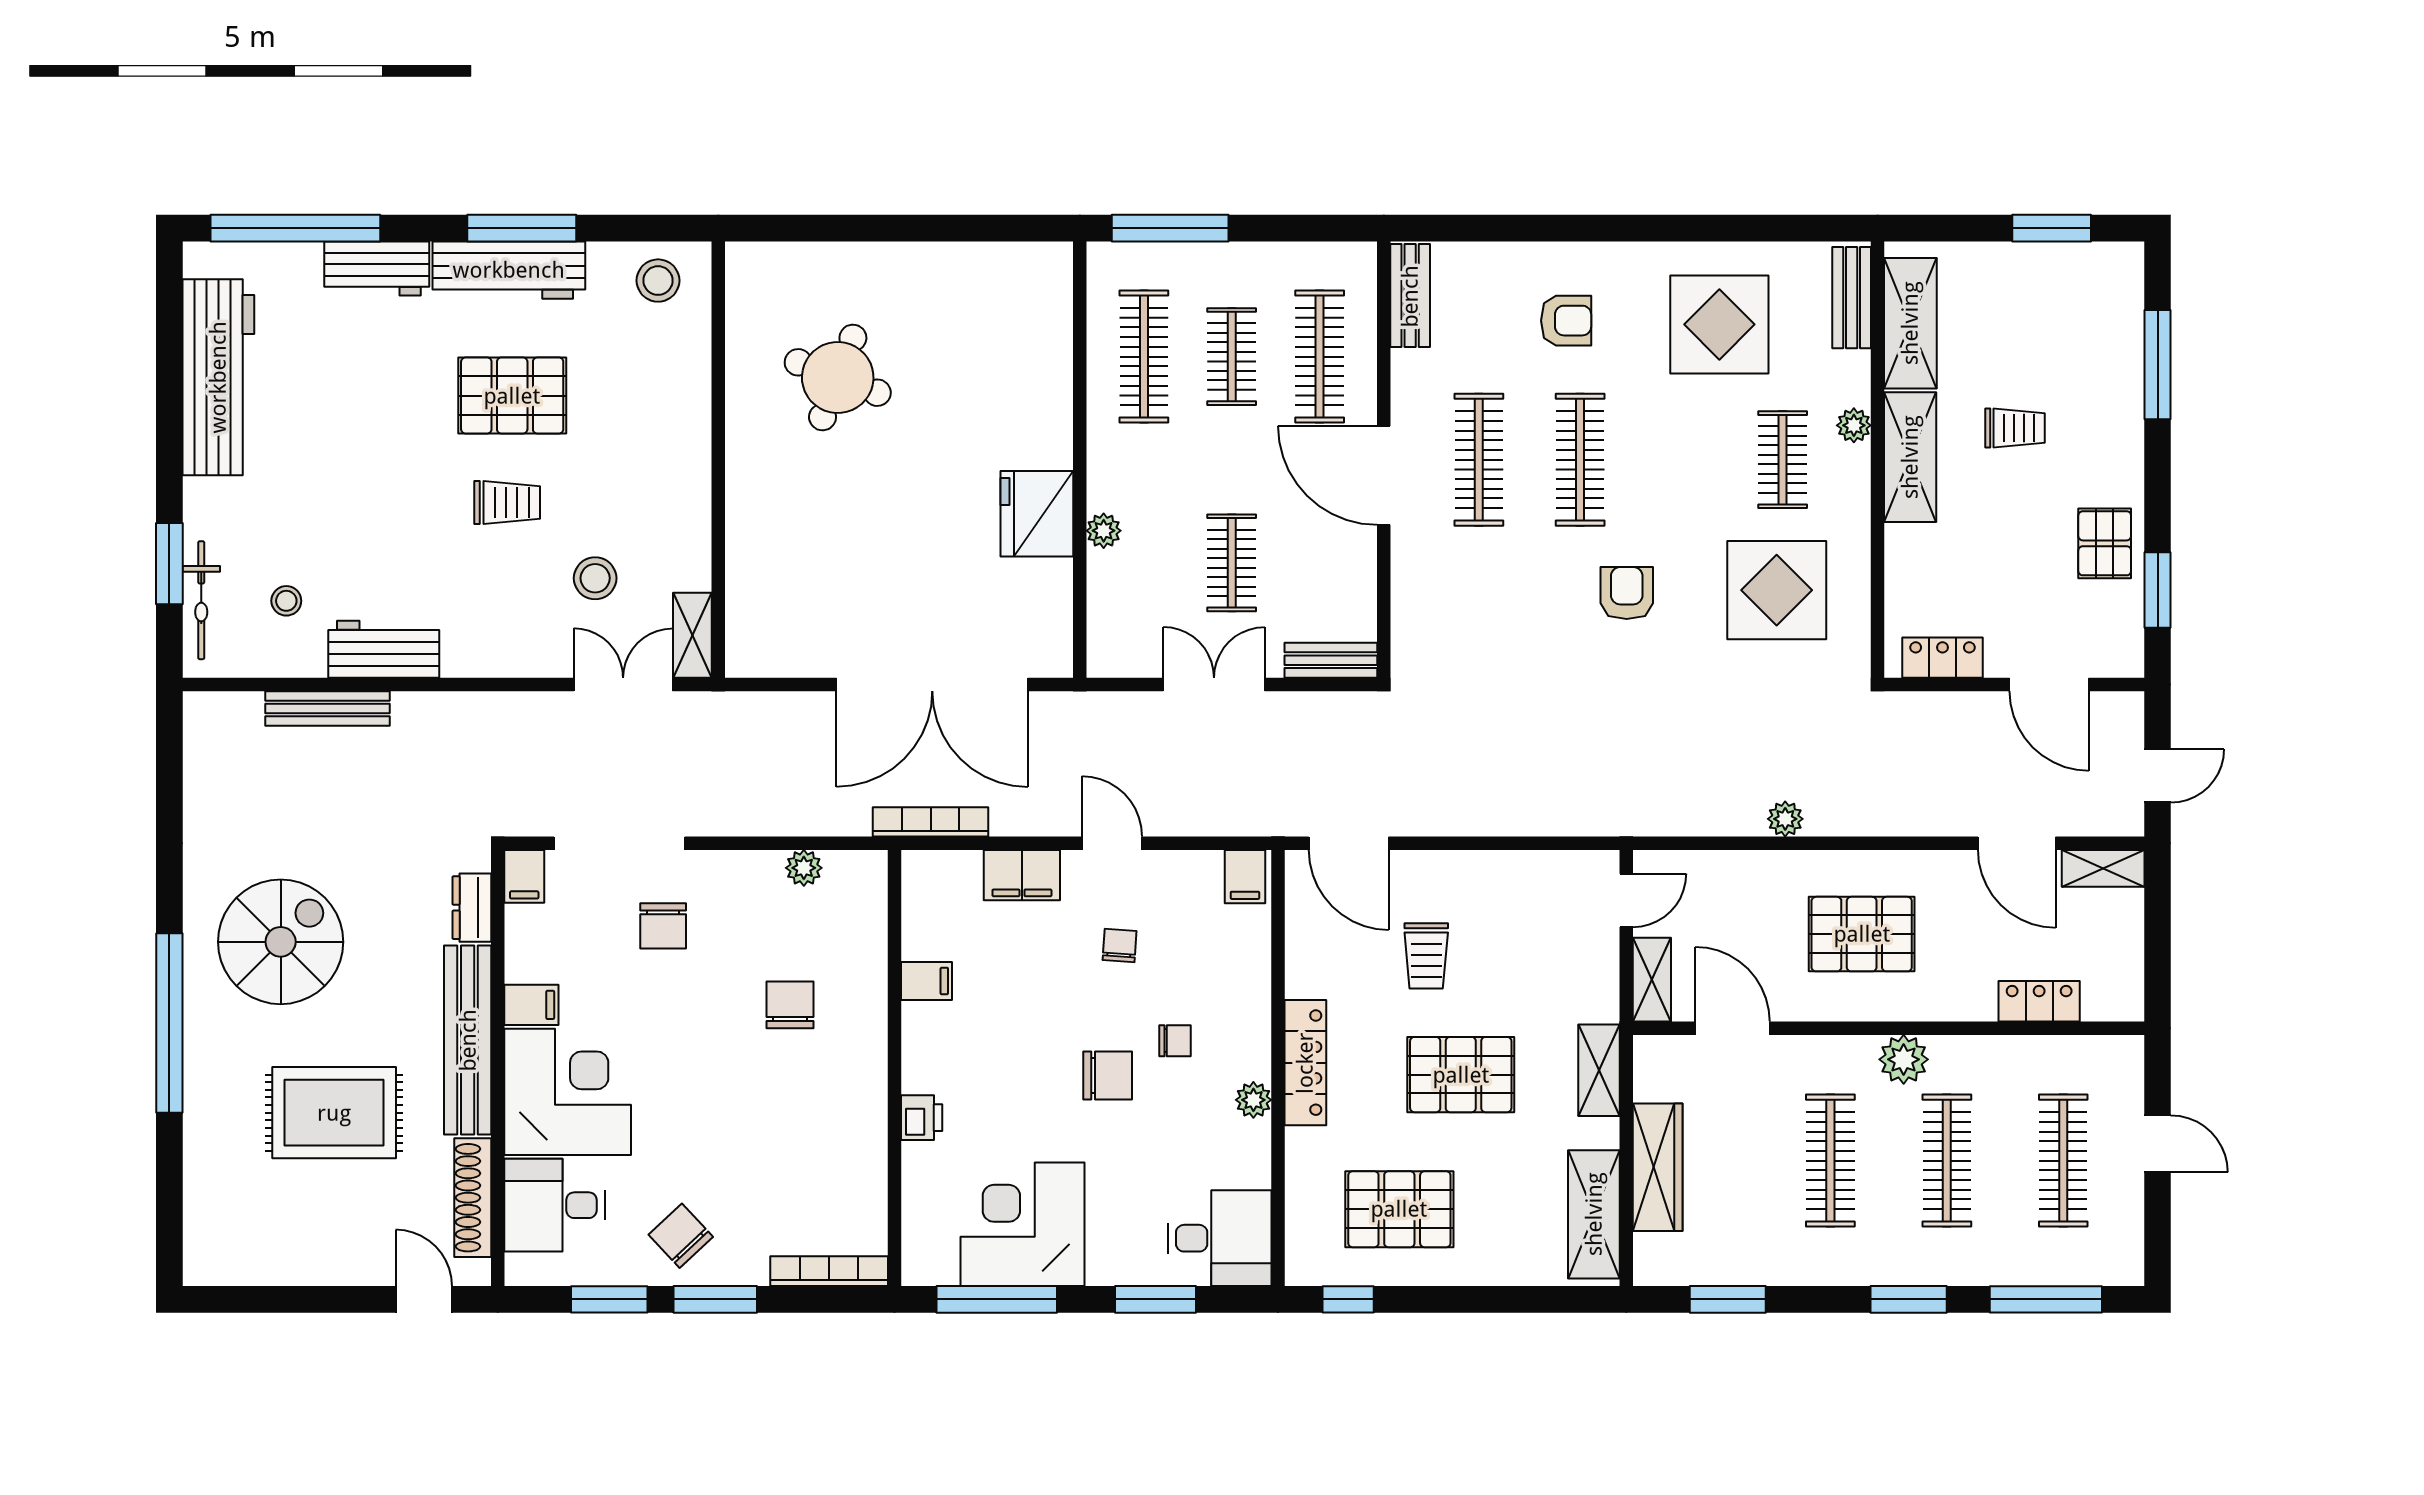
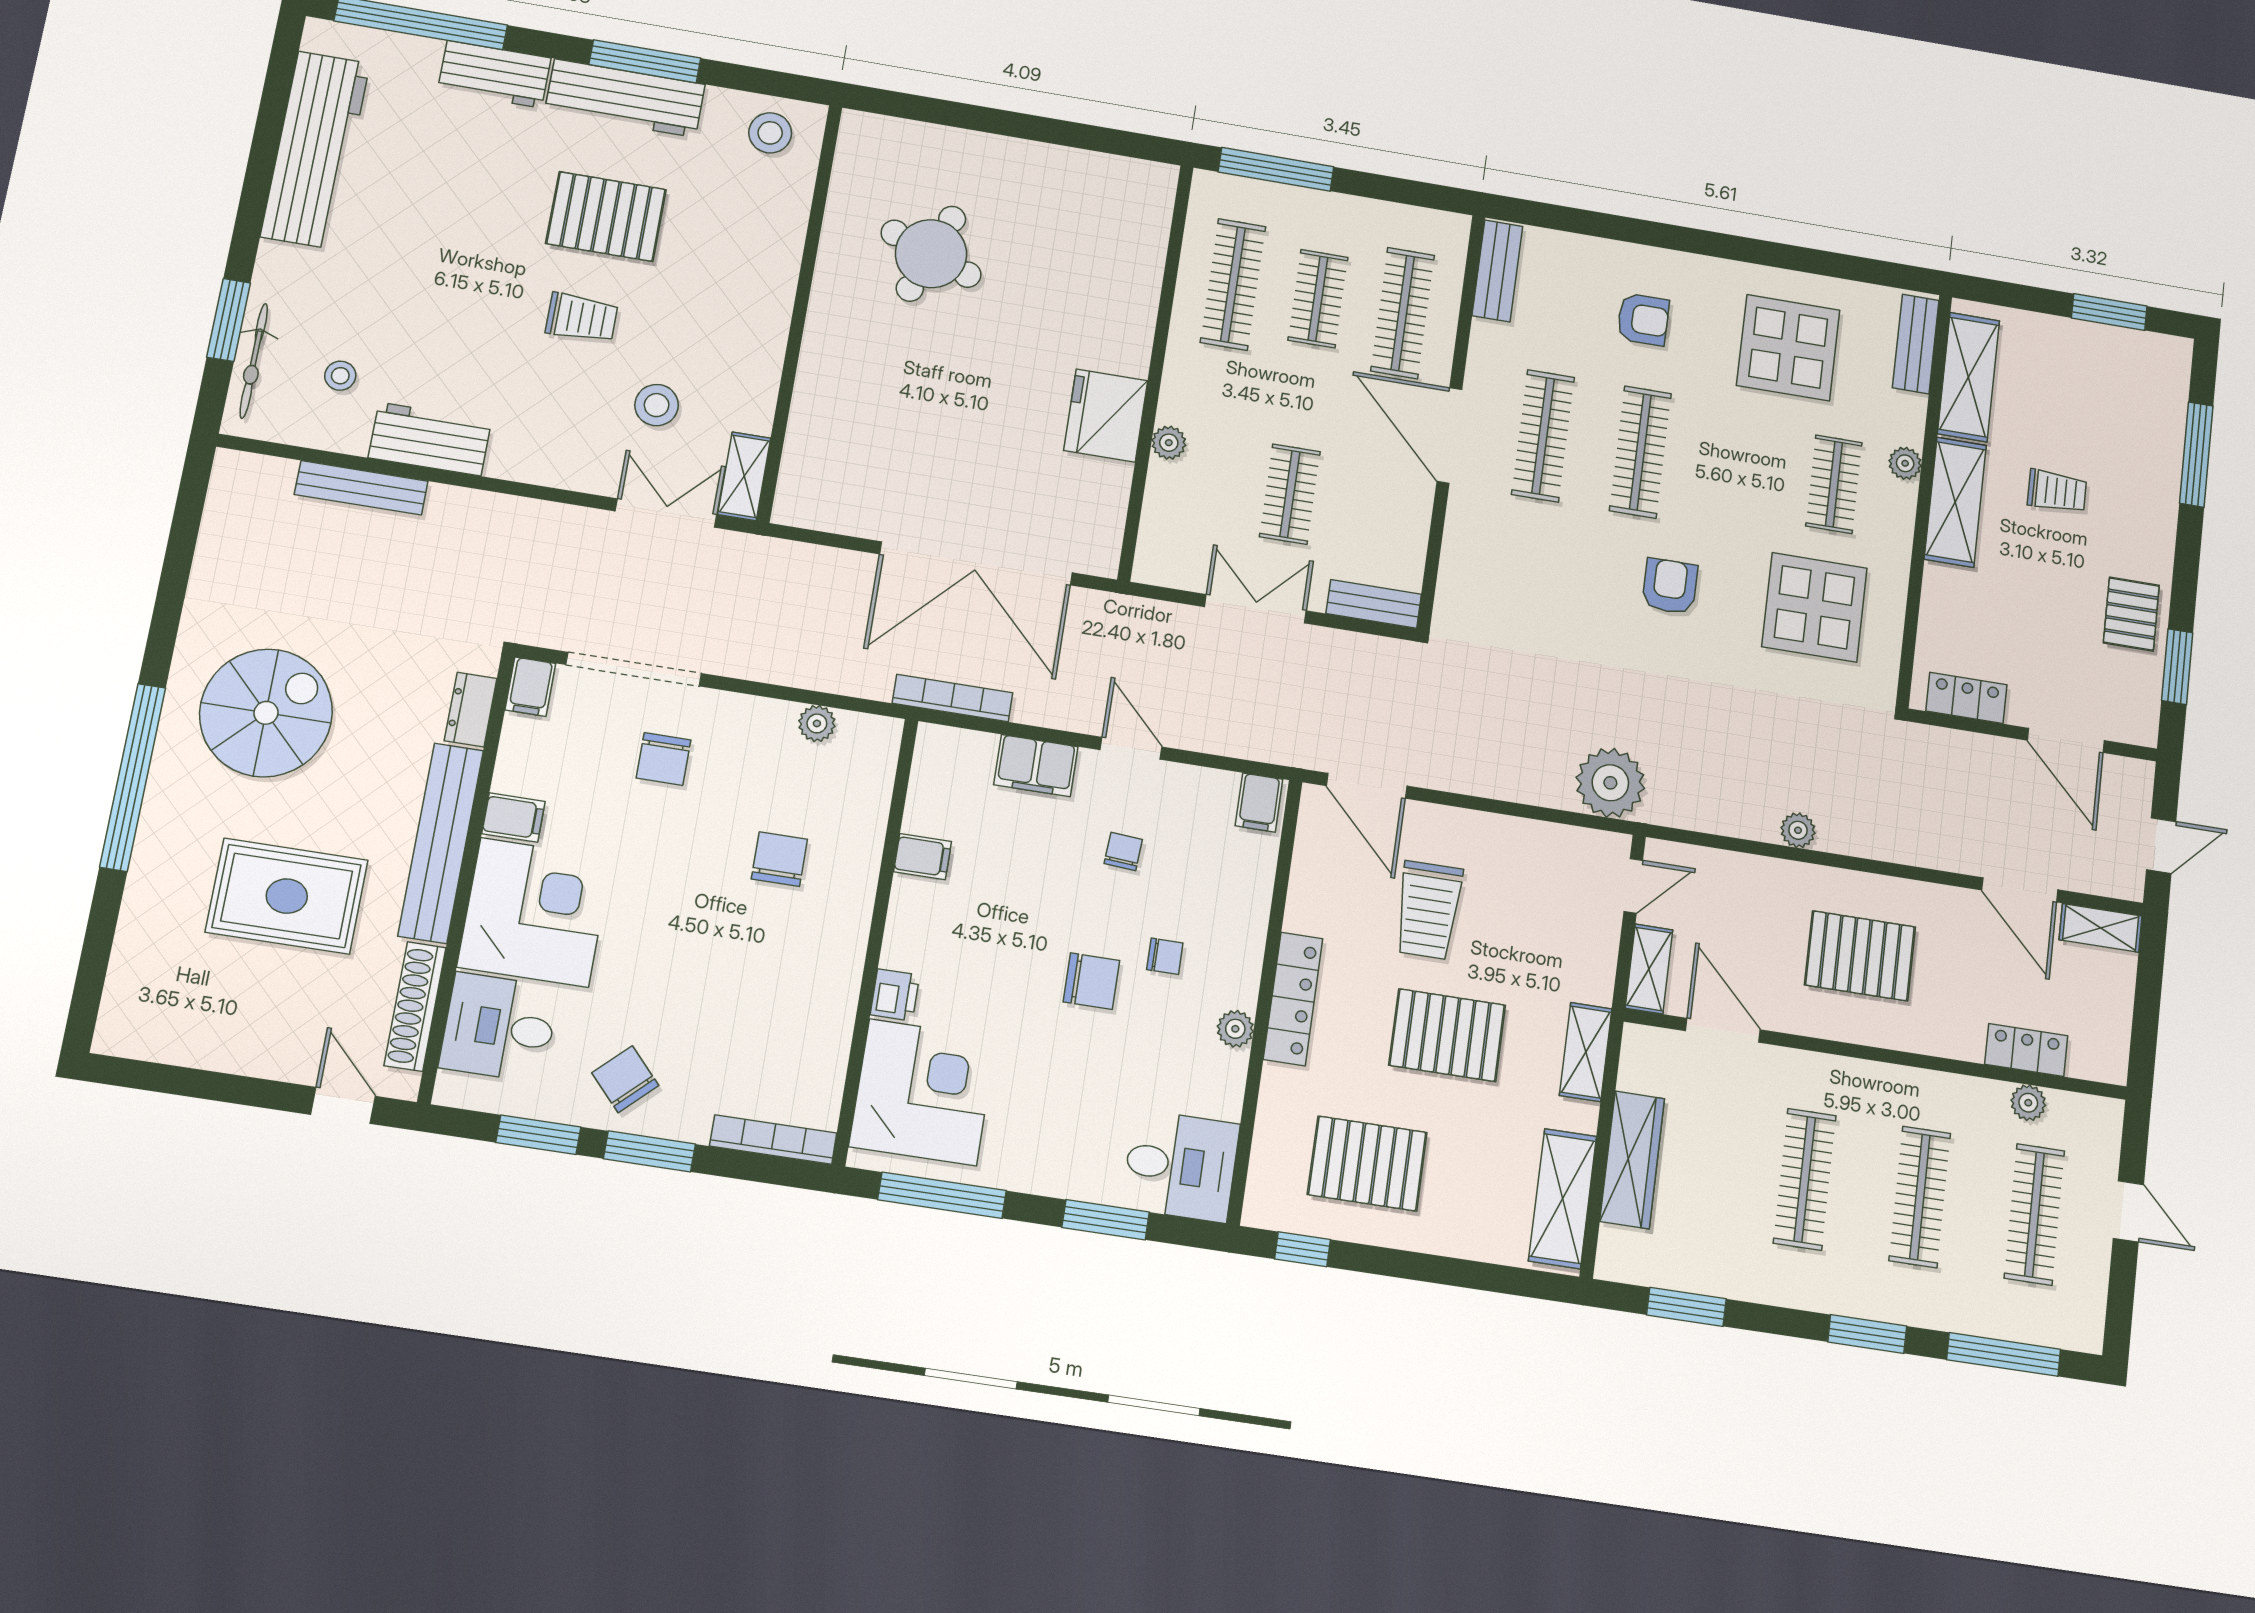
plant: (1591, 801) -> (1610, 783), added
trolley: (1426, 956) -> (1428, 910), width x1.36, depth x1.39
plant: (1904, 1059) -> (2028, 1103), moved, width x0.73, depth x0.73
corner desk: (1022, 1224) -> (923, 1092), moved, turned 90

